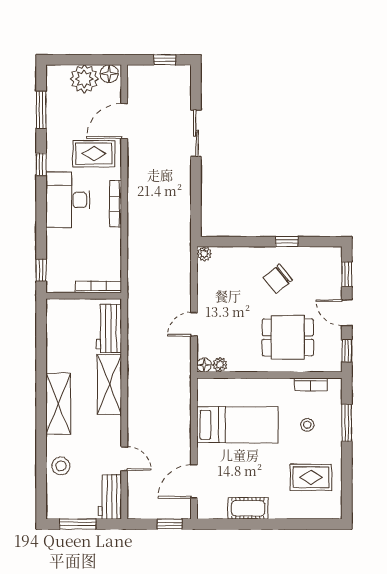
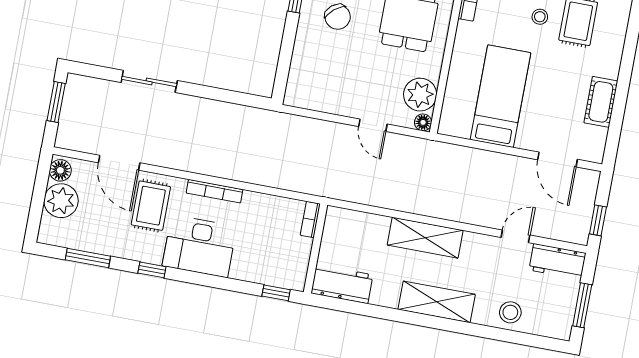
window: (165, 60) -> (56, 102), width x1.50
plant: (204, 254) -> (292, 98), removed
bookcase: (99, 287) -> (310, 219), width x0.64
workbench: (109, 329) -> (342, 284), moved, turned 180
plant: (220, 365) -> (420, 95), width x1.88, depth x1.88
stool: (307, 425) -> (540, 17), moved
window: (170, 524) -> (598, 220), moved

